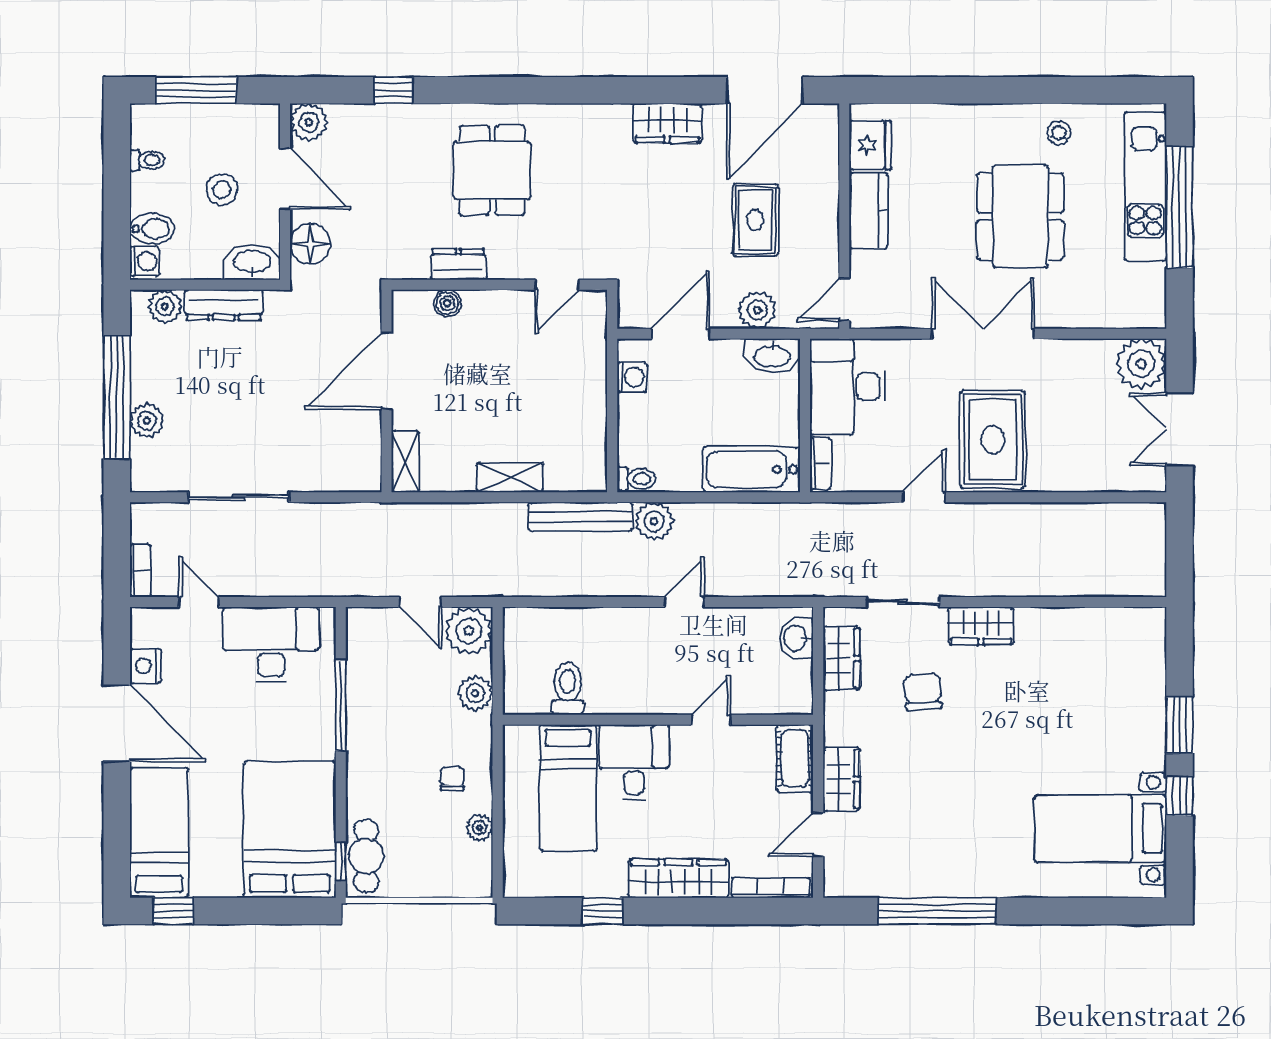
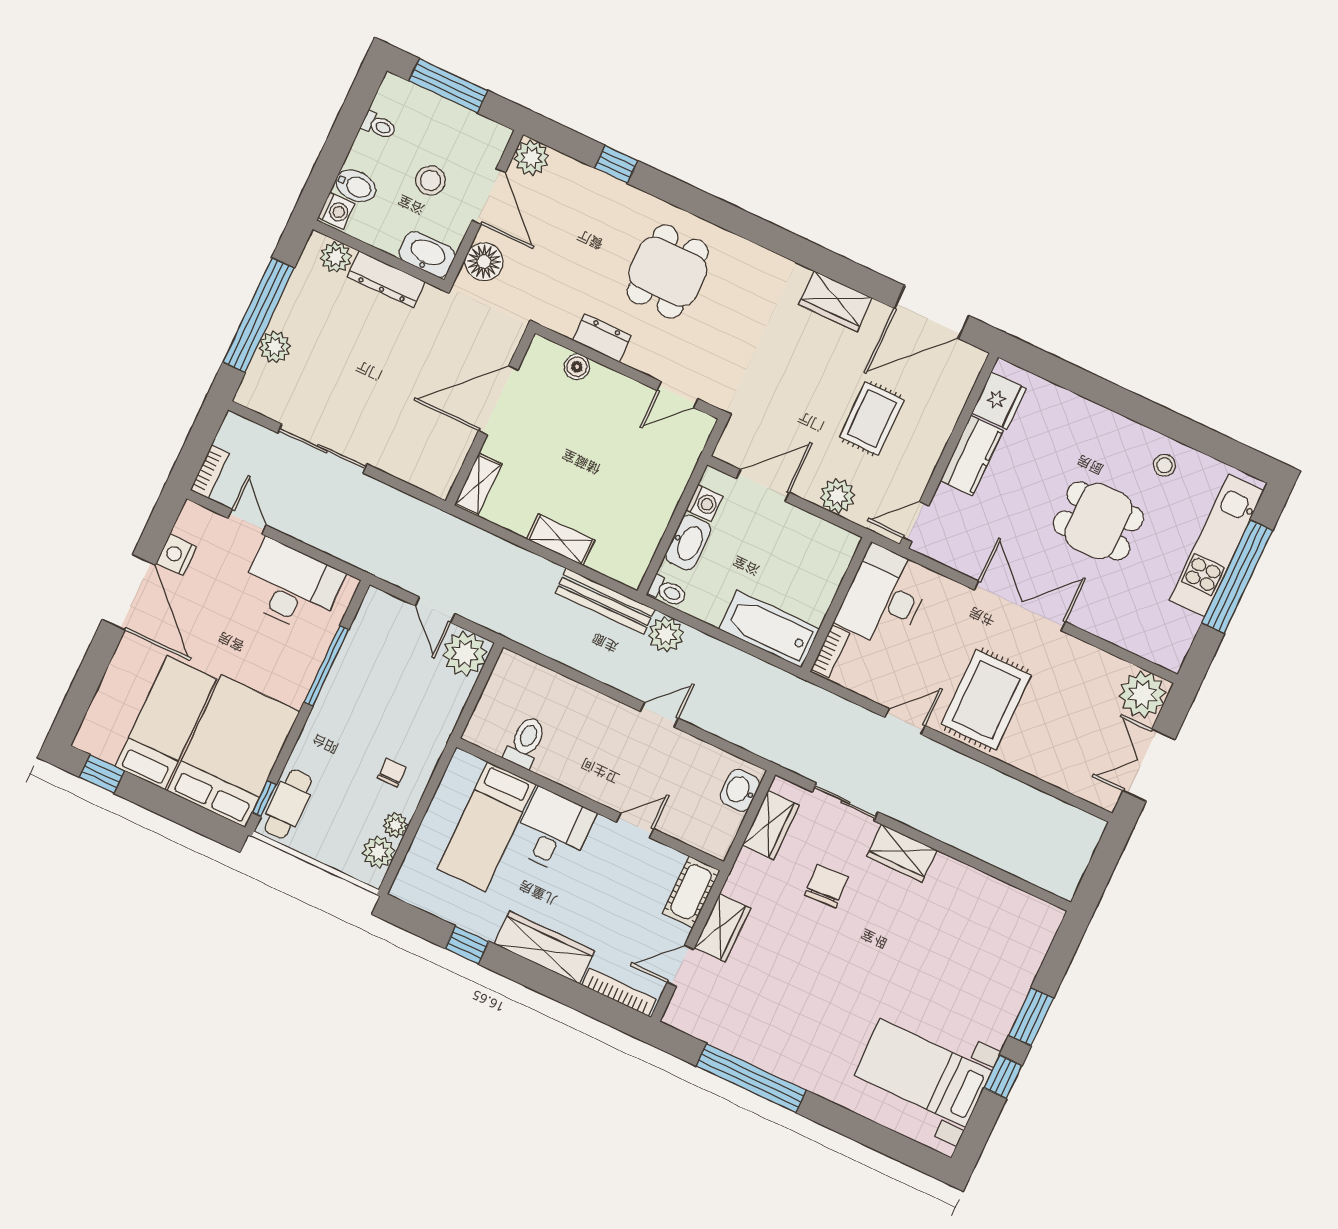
dining table: (1020, 216) -> (1098, 521), width x0.73
washbasin: (772, 356) -> (688, 542), moved, turned -90
plant: (475, 693) -> (379, 852), moved
bed: (159, 833) -> (166, 723), moved

